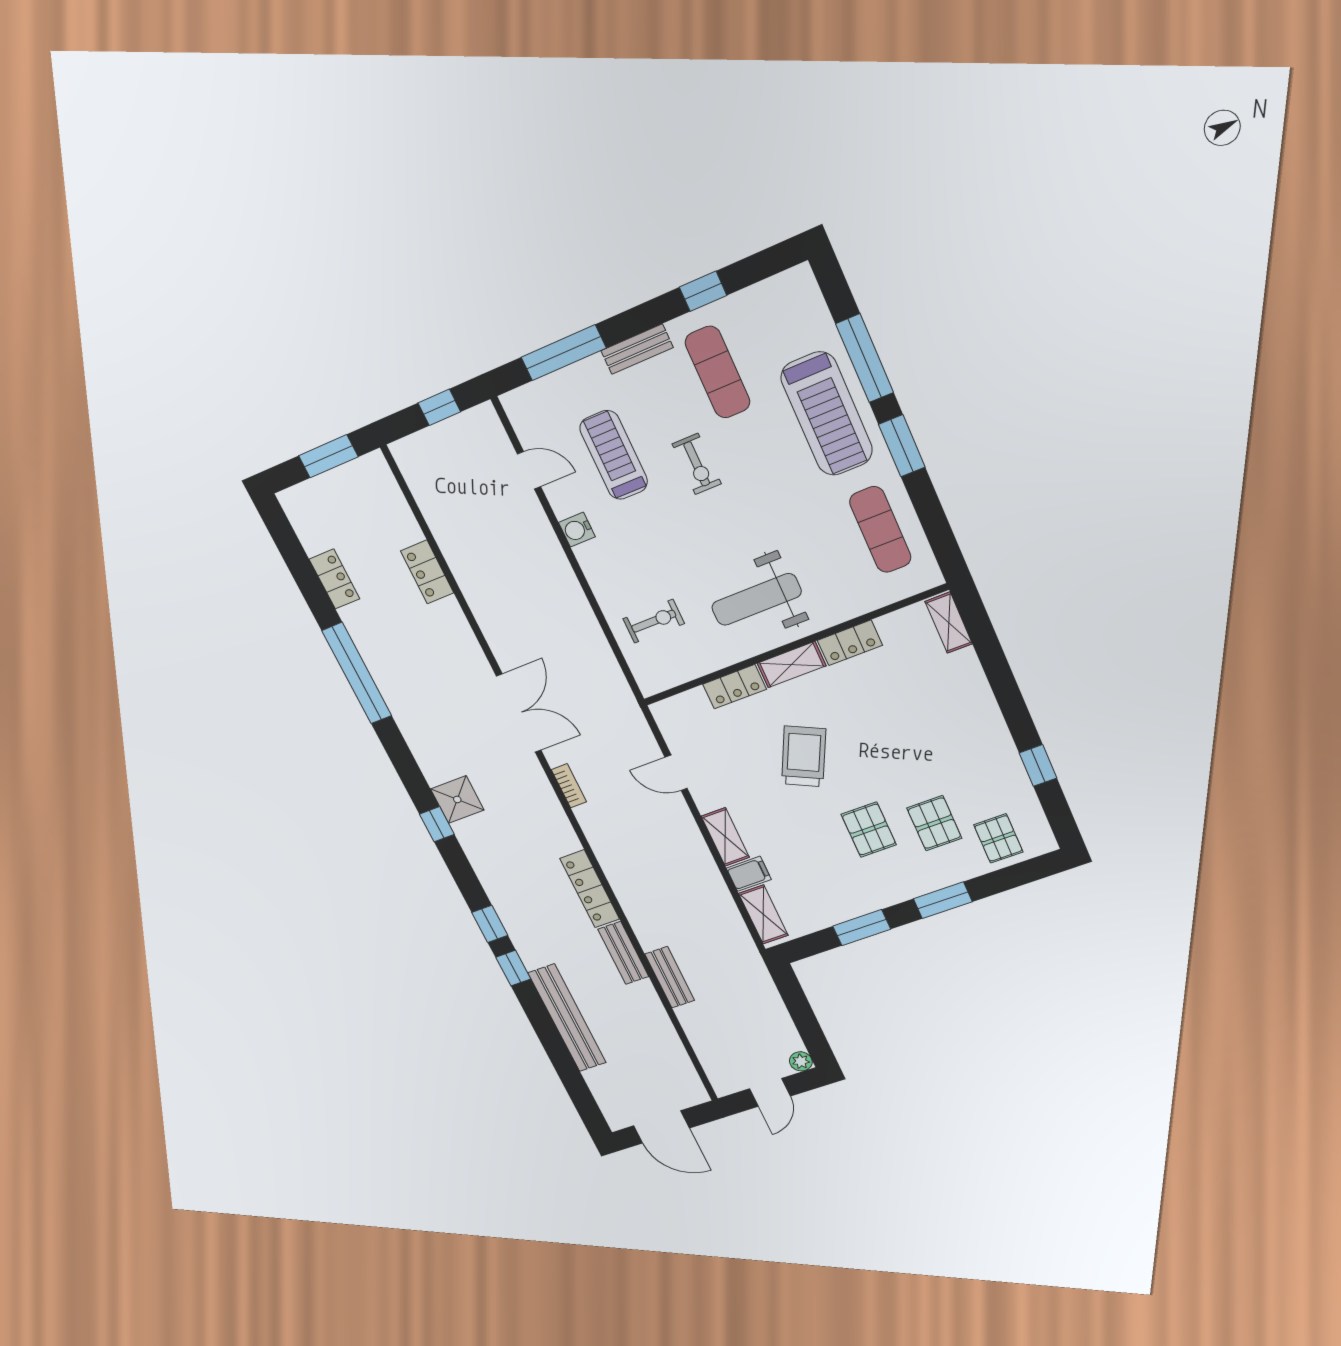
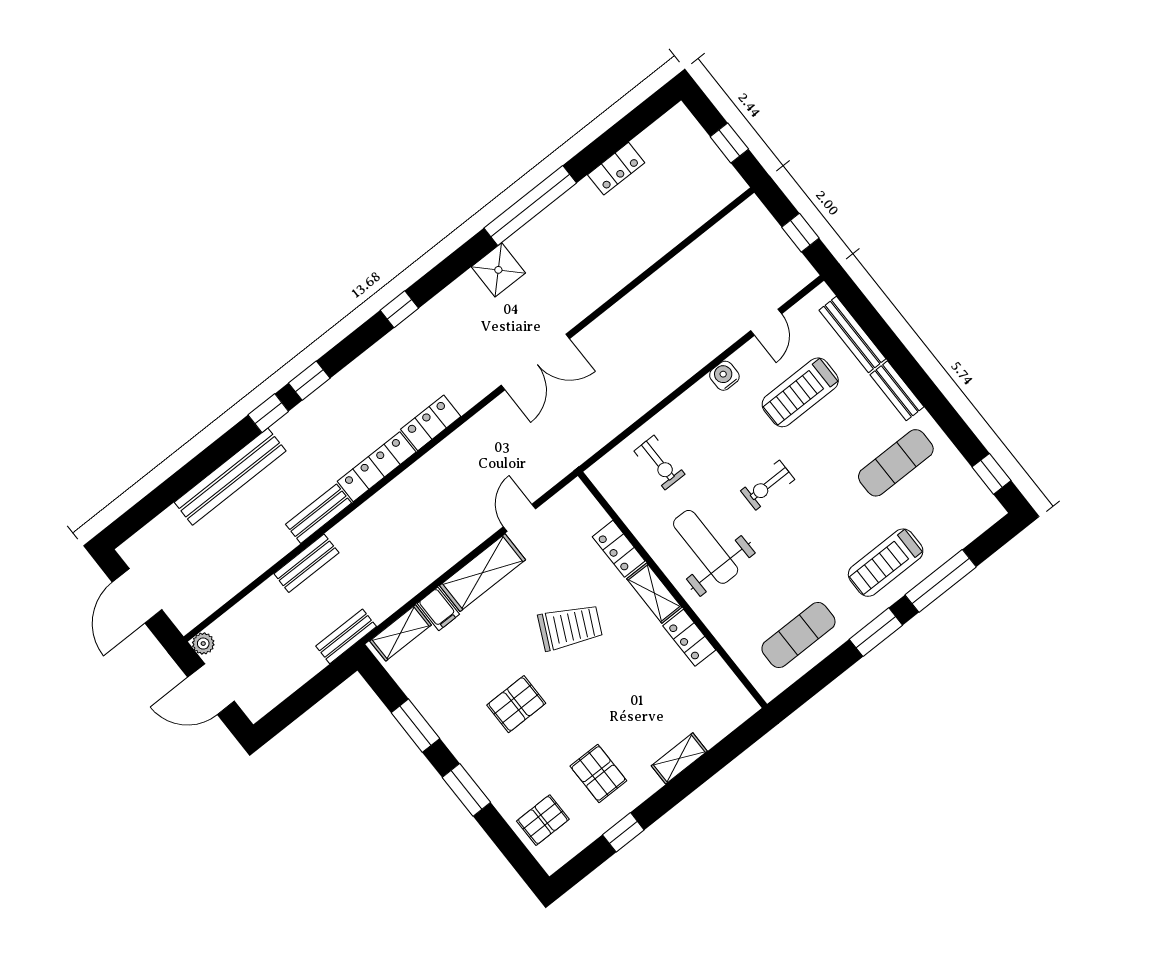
window: (703, 291) -> (992, 474), moved
window: (564, 353) -> (877, 329), removed
bench: (563, 381) -> (852, 334), added
treadmill: (827, 414) -> (886, 563), width x0.73, depth x0.73
treadmill: (614, 455) -> (800, 392), turned 180
window: (328, 456) -> (729, 143), width x0.67
exercise bike: (697, 464) -> (768, 485), moved
locker: (427, 572) -> (431, 423), moved
shelving: (949, 623) -> (679, 758), moved
bookcase: (569, 786) -> (477, 423), removed
shower: (457, 799) -> (498, 270), moved
pallet: (934, 823) -> (598, 773), moved, turned 90
shelving: (725, 837) -> (483, 573), width x1.50, depth x1.33
bench: (752, 963) -> (346, 636), added
plant: (801, 1061) -> (203, 644), moved
door: (770, 1092) -> (211, 689), width x1.38

